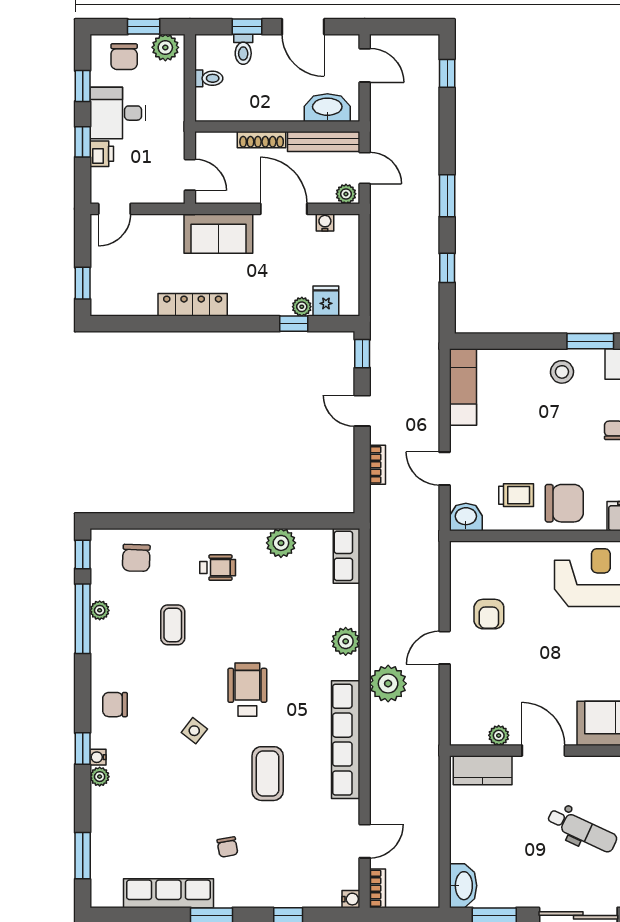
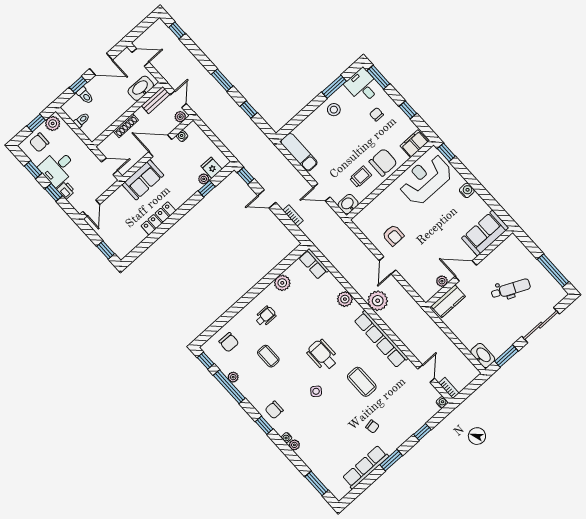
chair: (124, 57) -> (39, 142), turned 90
bench: (324, 142) -> (156, 100), width x0.73
door: (365, 168) -> (178, 99), hinge flipped
window: (83, 749) -> (264, 425), moved

